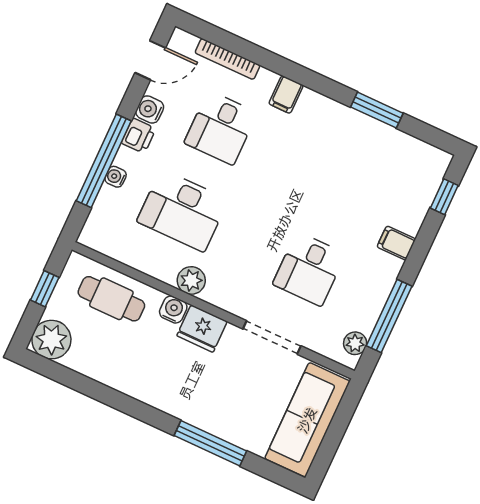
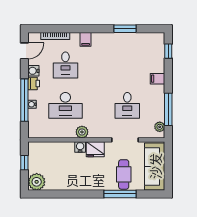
cafe table: (111, 299) -> (124, 174), moved, turned 90

